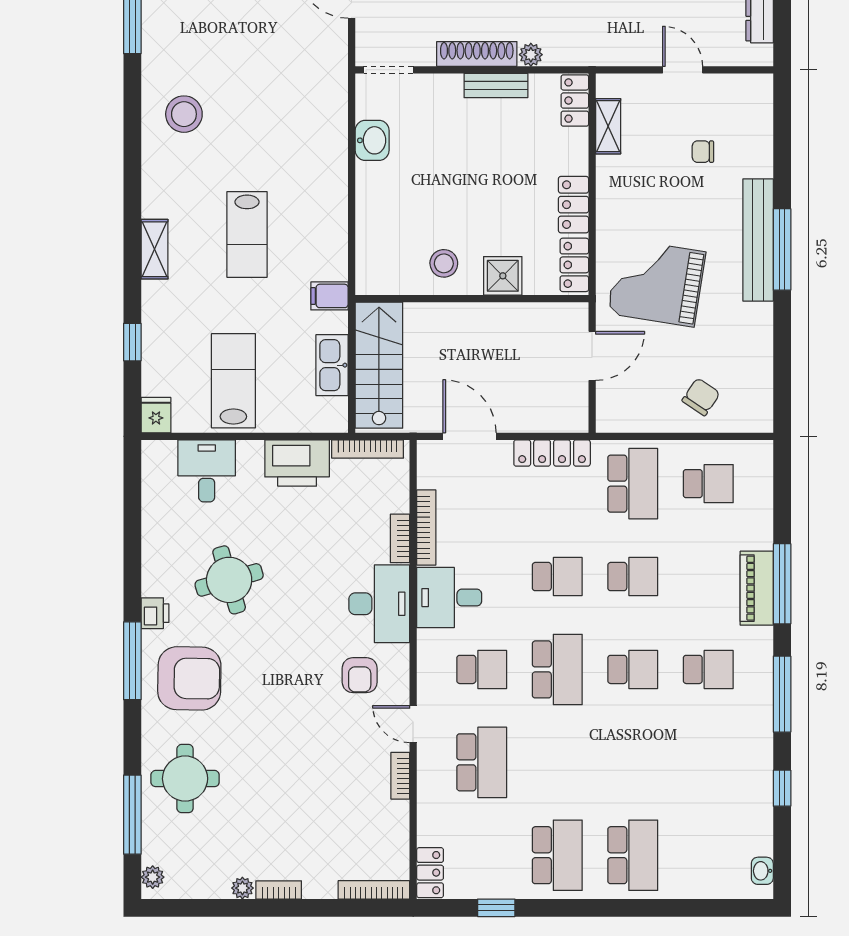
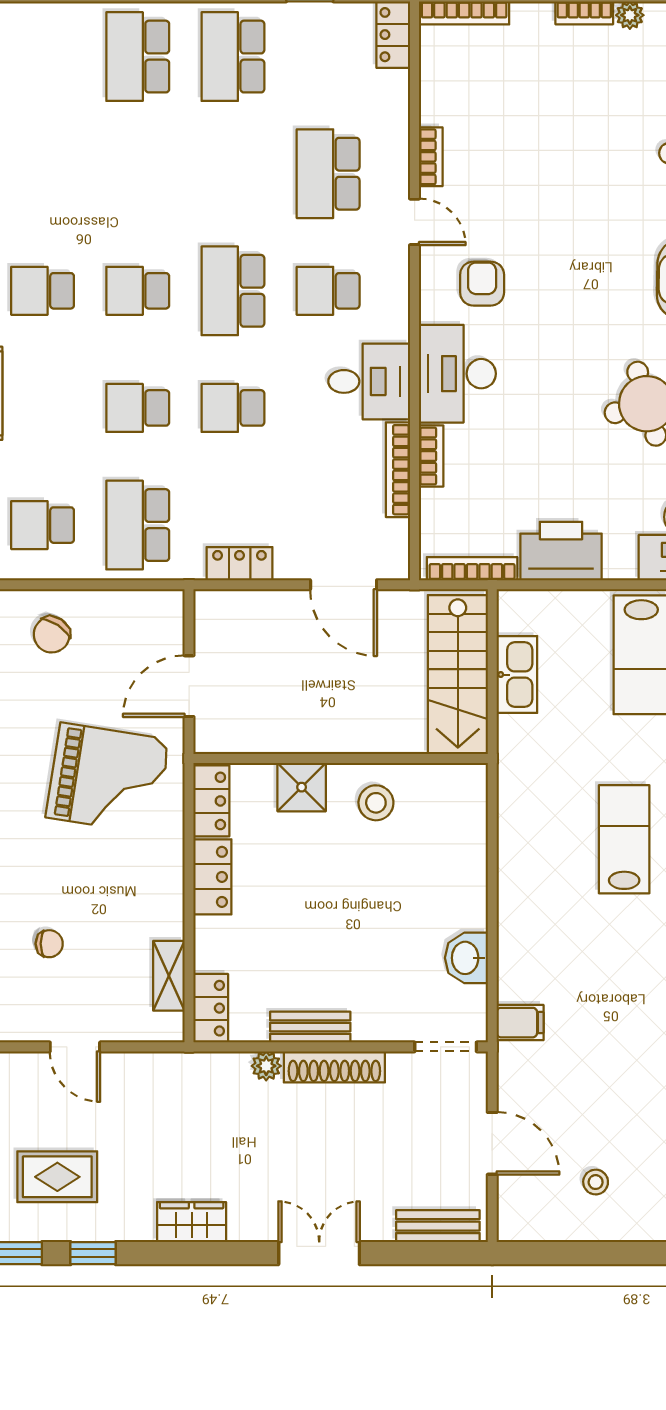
filing cabinet: (329, 296) -> (520, 1023), moved
locker: (552, 453) -> (239, 564), width x0.66

